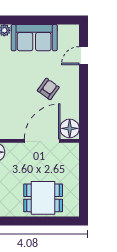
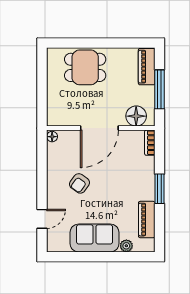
floor lamp: (70, 128) -> (52, 137), width x0.53, depth x0.53
door: (42, 141) -> (99, 128), moved

